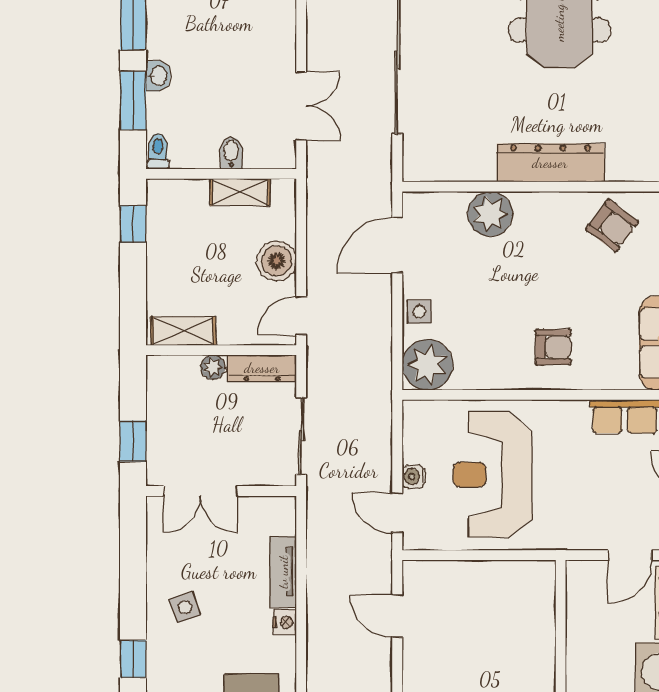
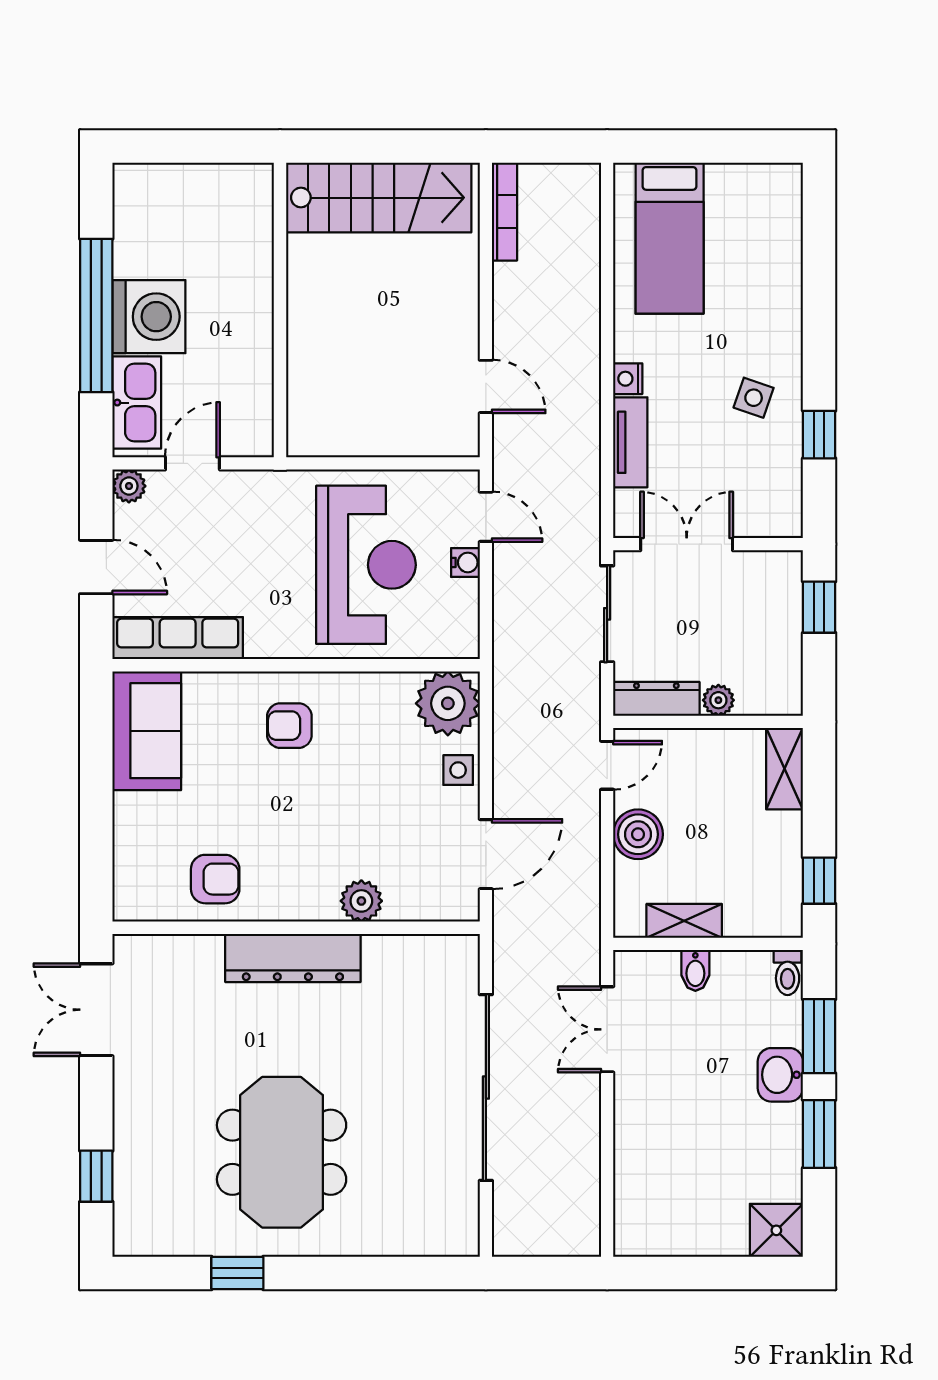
washbasin: (158, 76) -> (780, 1075), width x1.38, depth x1.45
plant: (490, 214) -> (361, 901), width x0.73, depth x0.73
armchair: (612, 225) -> (215, 879), turned 143
shelving: (183, 331) -> (785, 769), moved, turned 90
double door: (201, 491) -> (687, 544), moved
side table: (185, 607) -> (754, 398), turned 38
window: (133, 659) -> (819, 435), moved

